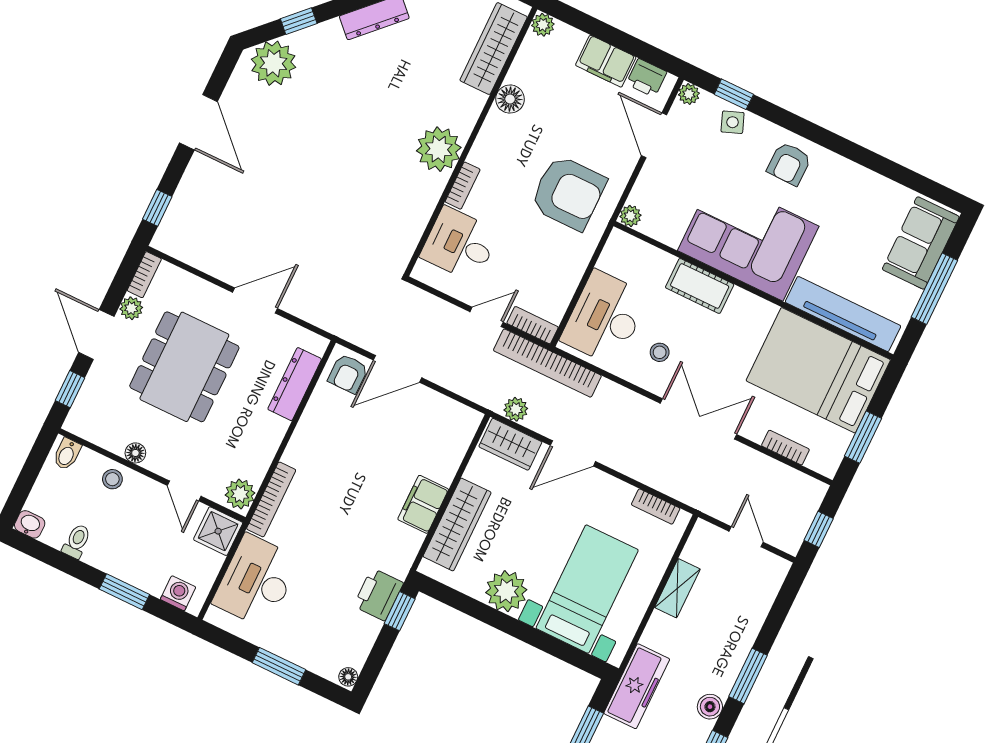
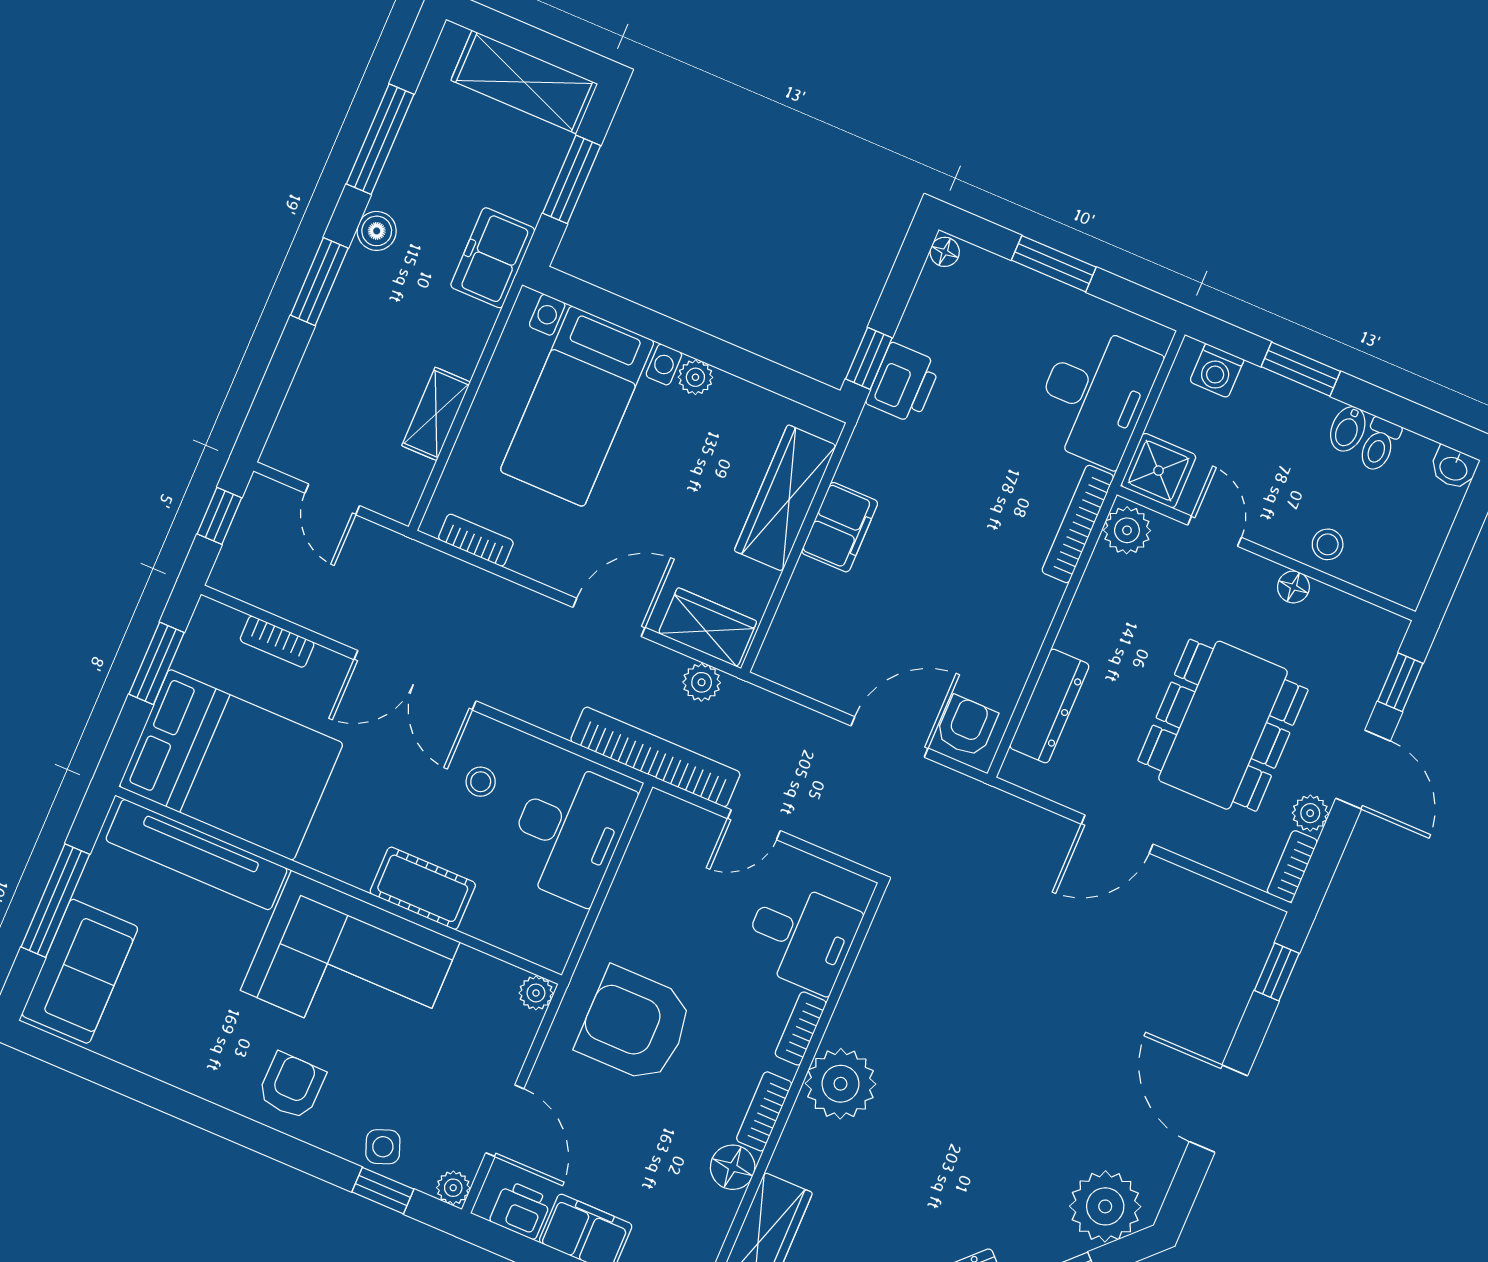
bookcase: (533, 325) -> (764, 1111), moved, turned 90
bidet: (67, 454) -> (1348, 429), moved, turned 180
plant: (506, 591) -> (695, 377), width x0.53, depth x0.53
freezer: (637, 686) -> (493, 258), width x0.71

